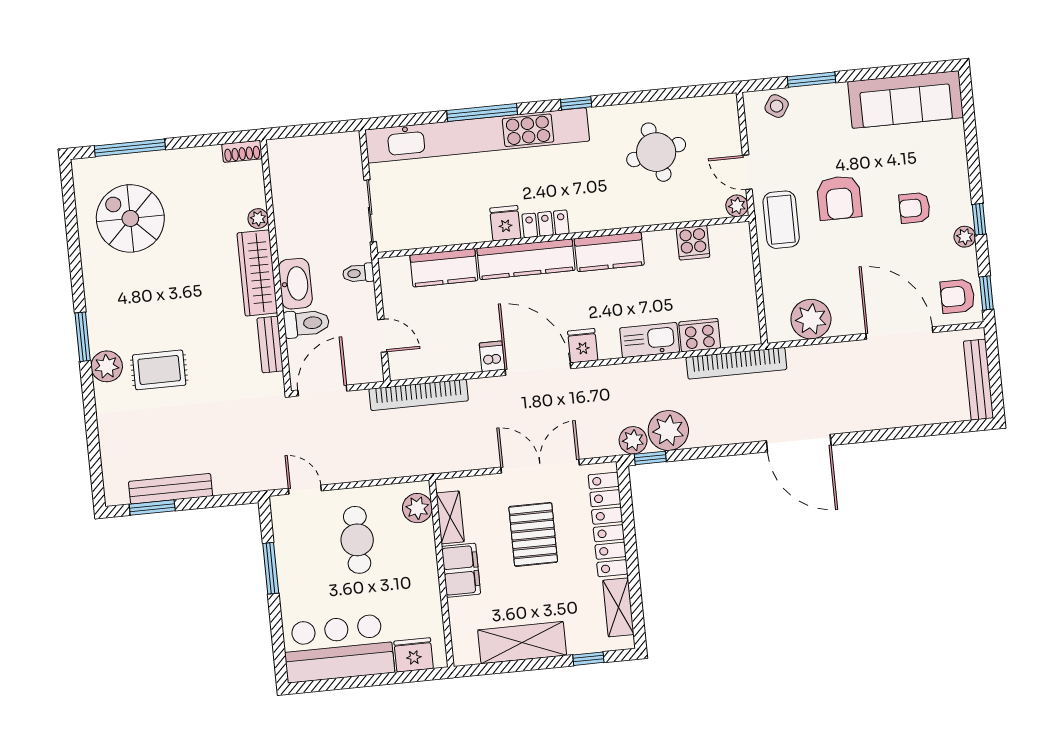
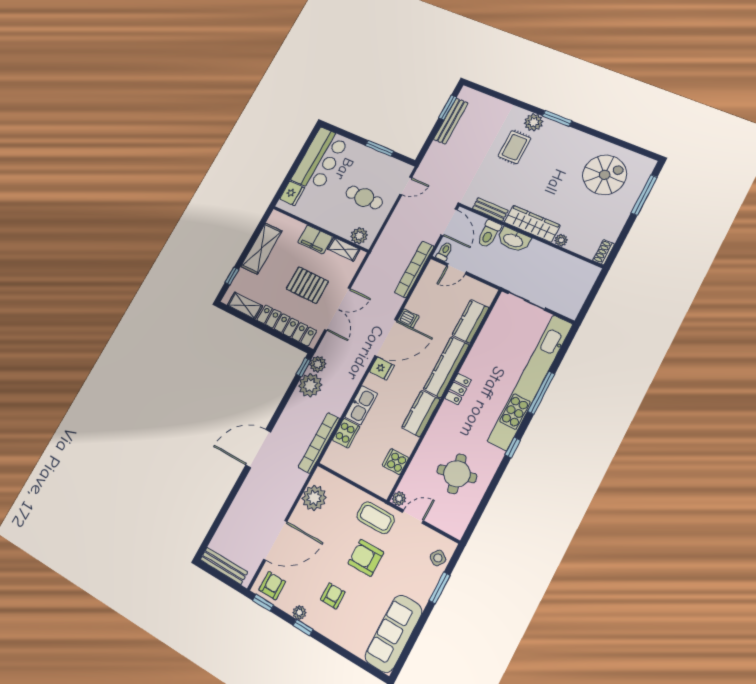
fridge: (505, 223) -> (473, 368), removed
toilet: (358, 273) -> (445, 251), moved

